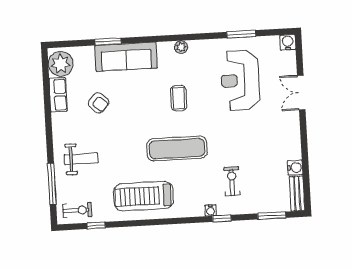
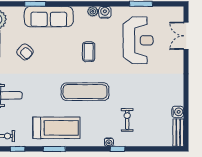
water cooler: (288, 42) -> (105, 12), moved
reception desk: (240, 80) -> (138, 40), turned 180
double door: (301, 92) -> (186, 36), moved
treadmill: (144, 196) -> (56, 128), turned 180
window: (272, 216) -> (54, 149), moved

